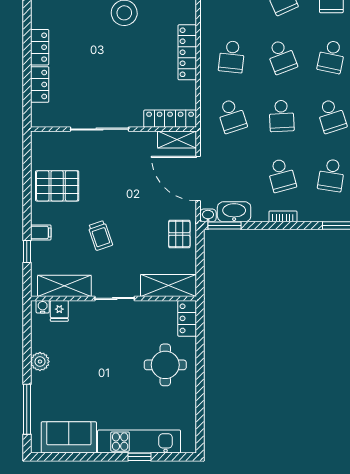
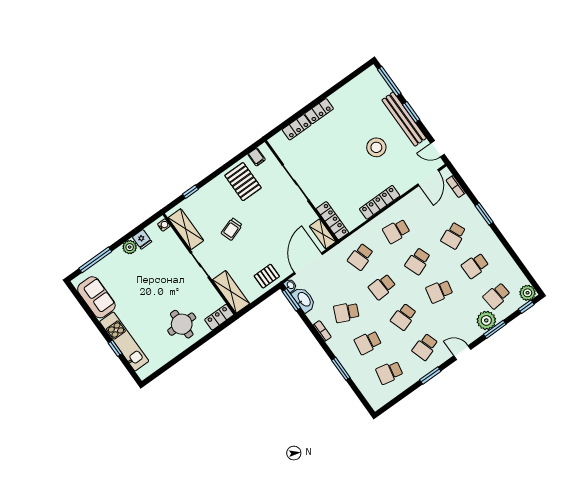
school desk: (282, 175) -> (346, 312), turned 39
filing cabinet: (41, 232) -> (257, 157), moved
fridge: (59, 311) -> (142, 239), moved, turned -90

